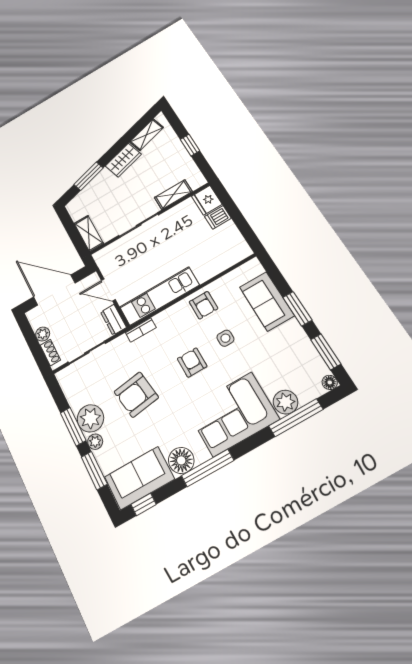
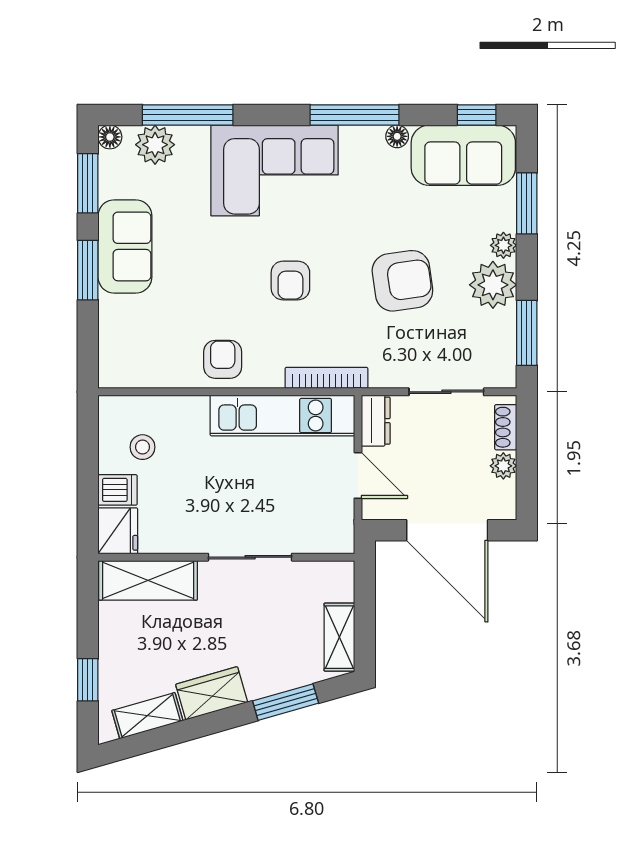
window: (190, 145) -> (88, 680), moved
shelving: (173, 195) -> (148, 580), width x1.50, depth x1.33
shelving: (89, 233) -> (339, 637), moved
stool: (218, 243) -> (143, 447), added
sofa: (267, 301) -> (125, 246), moved
bookcase: (141, 330) -> (326, 378), width x1.56
side table: (225, 338) -> (219, 288), removed
plant: (286, 402) -> (155, 145), moved
window: (73, 427) -> (527, 333), moved
floor lamp: (181, 460) -> (397, 136), width x0.53, depth x0.53

